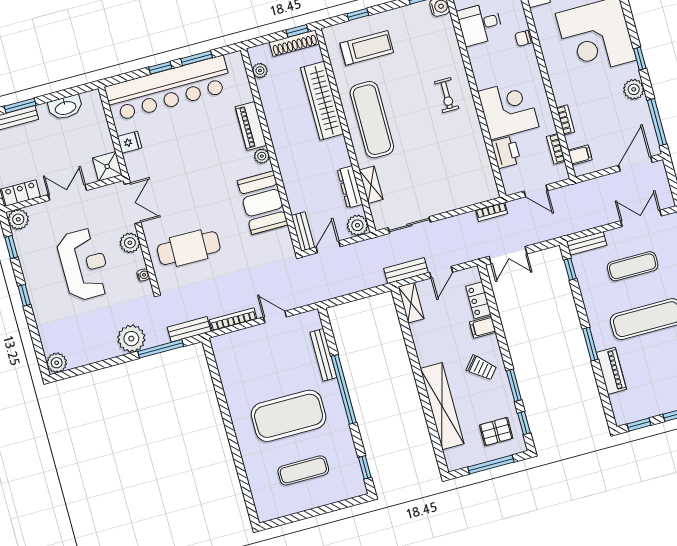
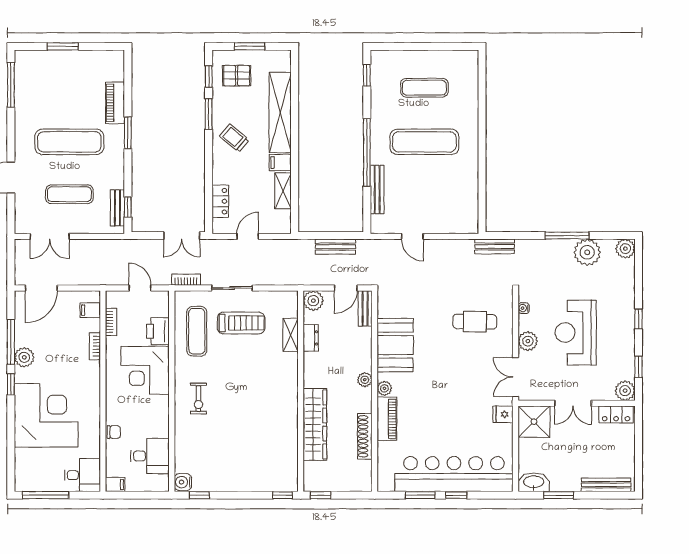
window: (358, 15) -> (283, 495), moved
shoe rack: (294, 43) -> (365, 436), moved, turned -90
treadmill: (367, 48) -> (241, 323), moved, turned 180
plant: (260, 71) -> (365, 380), moved
exercise bike: (447, 95) -> (198, 399), turned 180
window: (20, 106) -> (558, 495), moved
washbasin: (65, 107) -> (534, 482), moved
exercise mat: (372, 120) -> (197, 331), moved, width x0.73, depth x0.69
window: (657, 122) -> (11, 342), moved
fridge: (130, 142) -> (503, 414), moved
shower: (107, 166) -> (534, 422), width x1.36, depth x1.36
dresser: (350, 187) -> (311, 338), width x0.70
sliding door: (409, 225) -> (232, 288), moved
bench: (587, 243) -> (117, 208), moved, turned 90
cafe table: (189, 248) -> (475, 322), width x0.73, depth x0.74
double door: (508, 255) -> (182, 236), swing flipped
bench: (406, 271) -> (336, 247), moved
shelving: (411, 303) -> (283, 191), moved
bookcase: (233, 319) -> (452, 245), removed
filing cabinet: (483, 327) -> (280, 162), moved, turned 180
plant: (131, 339) -> (587, 252), moved
window: (161, 349) -> (567, 236), moved
exercise mat: (289, 416) -> (424, 142), width x0.68
window: (639, 425) -> (103, 46), removed
window: (491, 465) -> (250, 46), width x0.69

